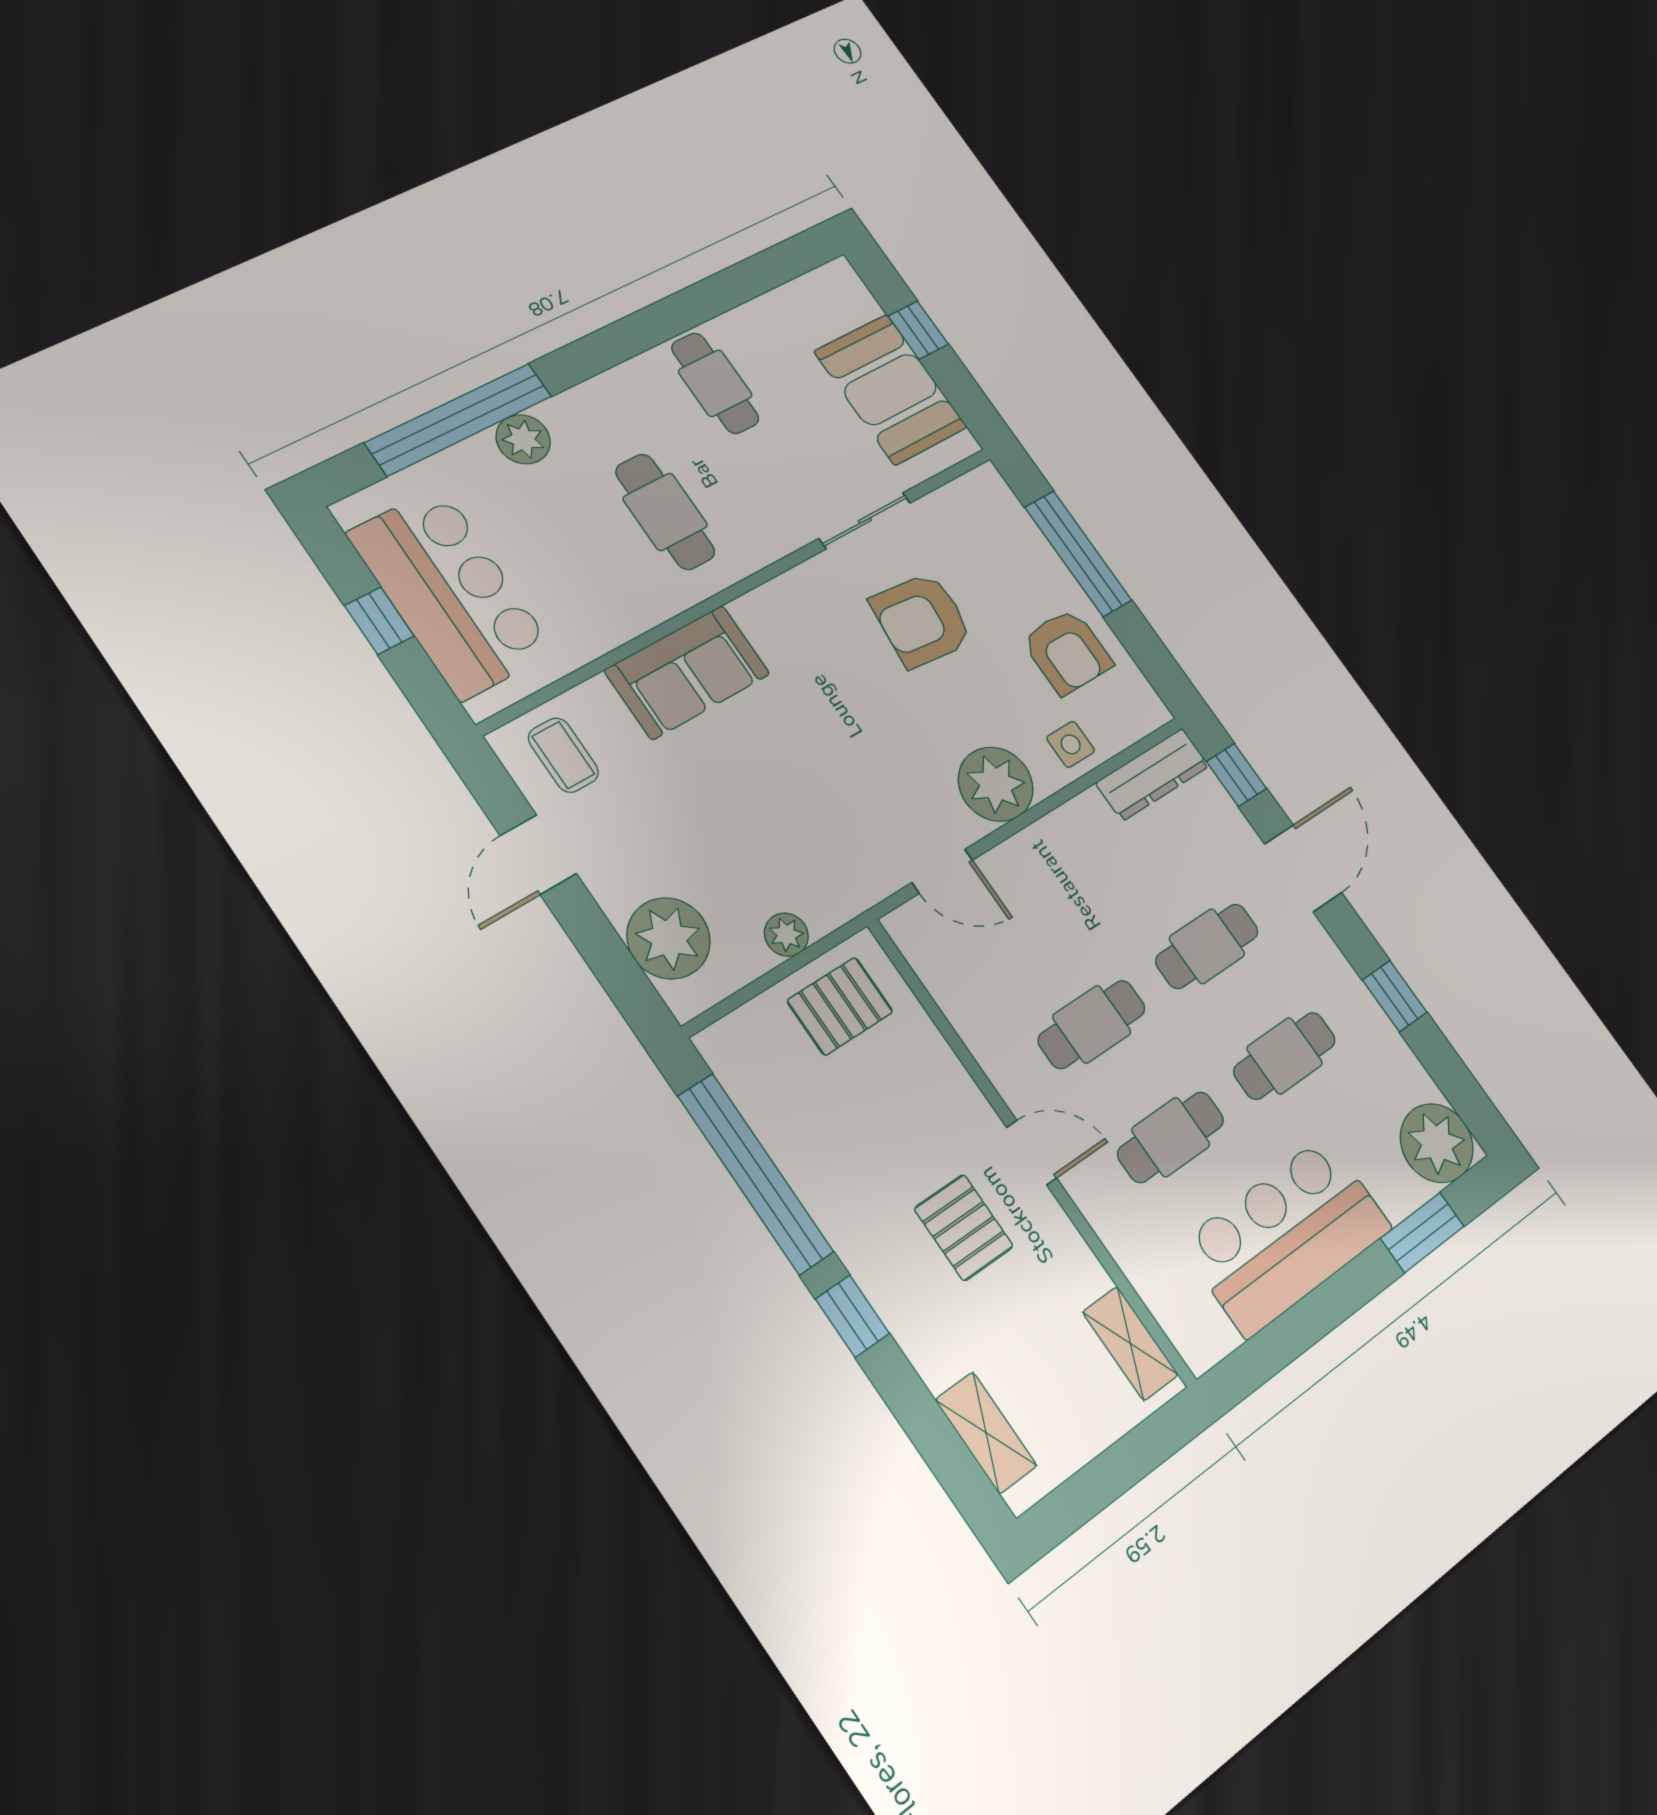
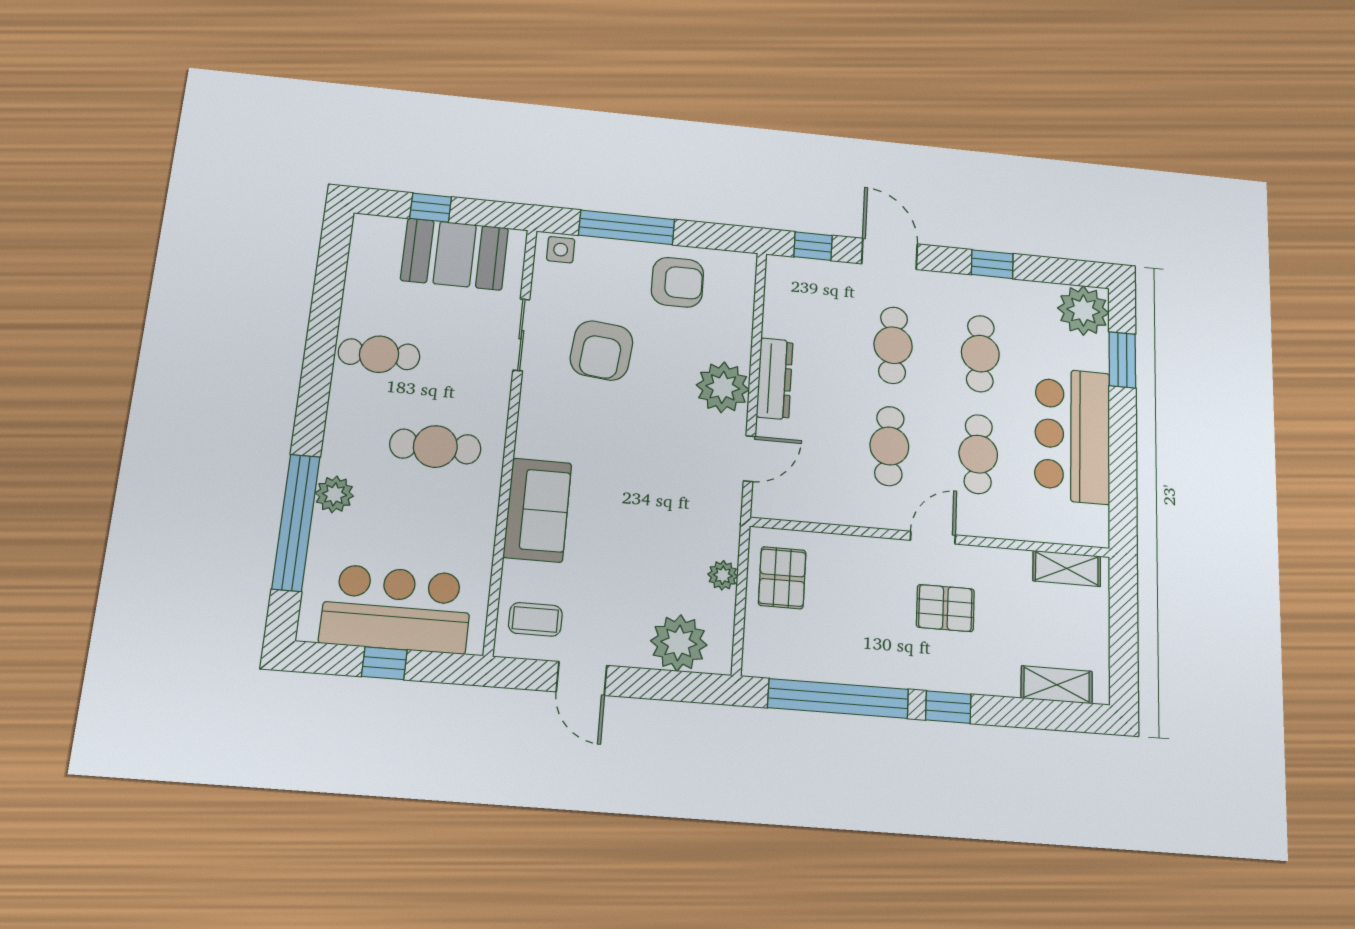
side table: (1071, 744) -> (561, 250), moved
dresser: (1153, 775) -> (775, 379), moved

